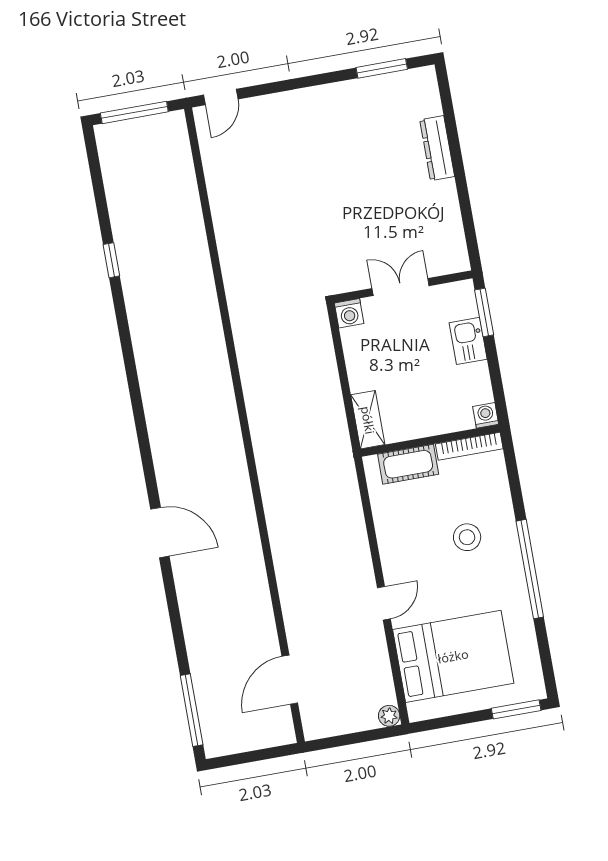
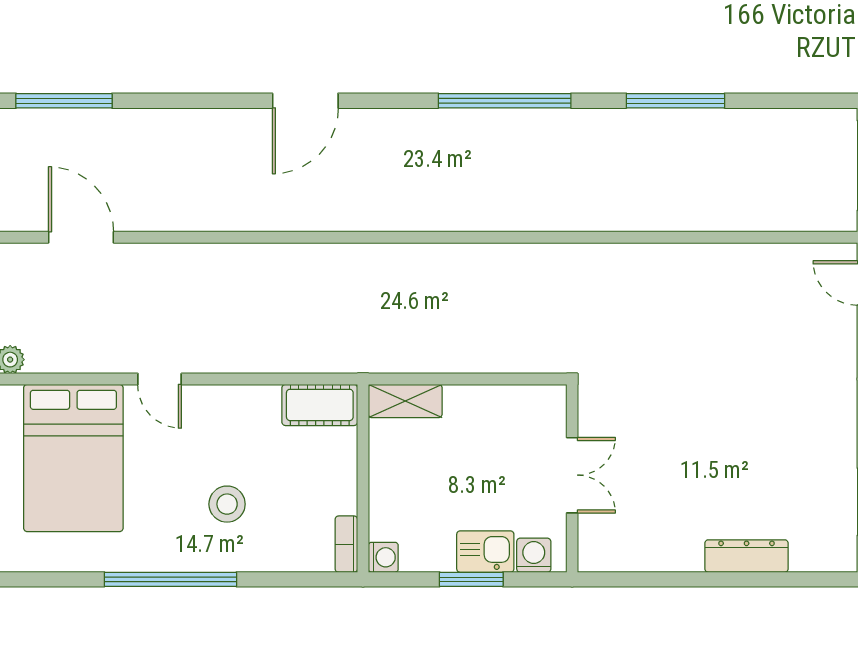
window: (111, 260) -> (675, 101), width x2.17
window: (484, 312) -> (471, 579), moved
washing machine: (349, 313) -> (534, 555), moved, turned 90
window: (134, 386) -> (505, 101), added
bookcase: (469, 446) -> (346, 544), width x0.64
cot: (408, 464) -> (320, 405), moved, turned 90

